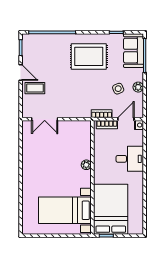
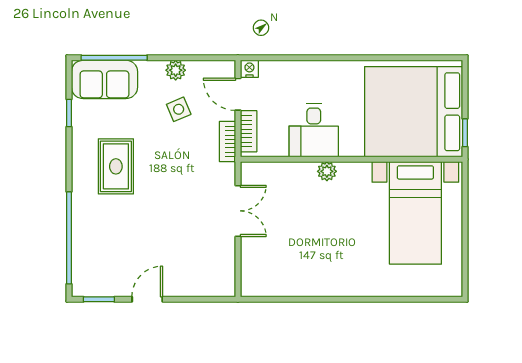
rug: (89, 56) -> (116, 166), width x0.73, depth x0.70
coffee table: (35, 88) -> (177, 271), removed
double door: (45, 119) -> (238, 211), moved
desk: (130, 159) -> (314, 130), moved, turned 180
bed: (111, 209) -> (414, 112), width x1.36

